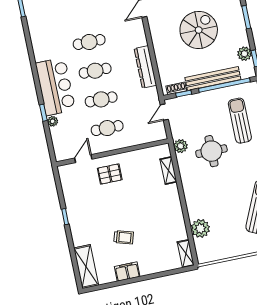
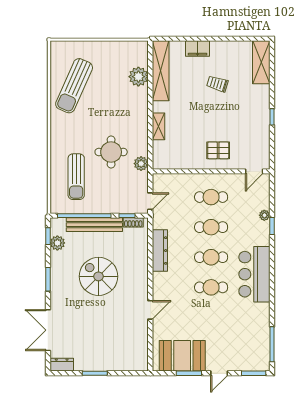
spiral stairs: (199, 30) -> (99, 276), turned 90
bar counter: (55, 87) -> (254, 274), moved
door: (83, 159) -> (254, 171), moved
shelving: (168, 170) -> (158, 126), moved
shelving: (186, 254) -> (161, 71), width x2.20, depth x1.33
filing cabinet: (127, 272) -> (198, 49), moved

